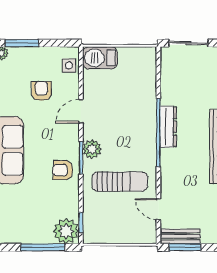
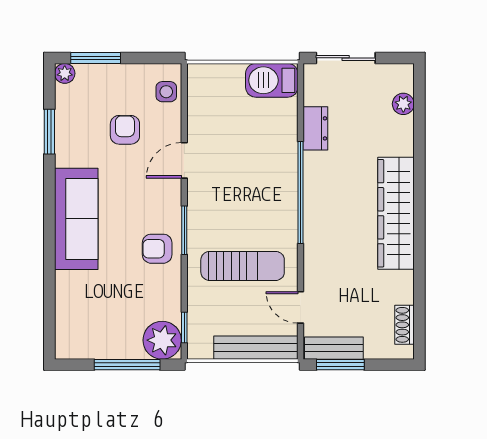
barbecue: (100, 58) -> (272, 80), moved
dresser: (168, 127) -> (315, 128), moved, width x0.70
plant: (92, 149) -> (201, 217), removed
bench: (129, 236) -> (256, 348), added

